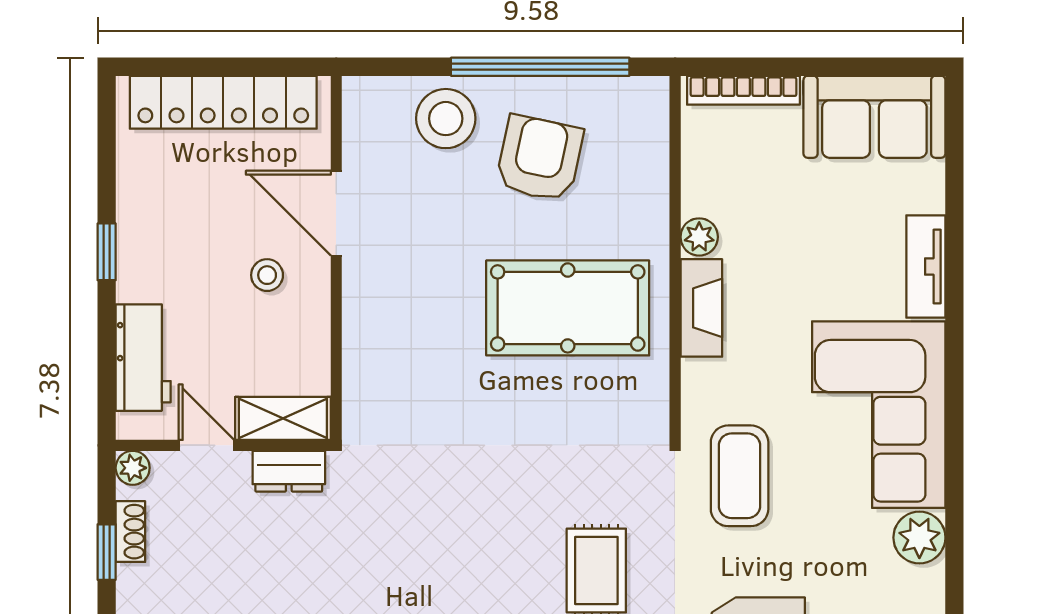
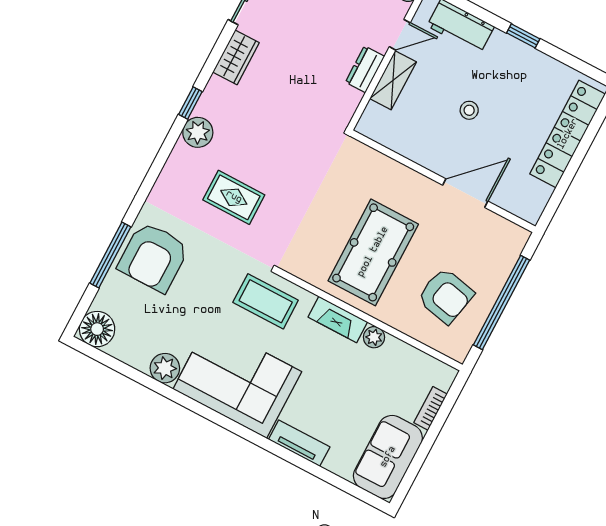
bookcase: (743, 90) -> (431, 408), width x0.64
stool: (446, 119) -> (500, 241), removed
armchair: (539, 158) -> (446, 296), moved
door: (336, 213) -> (465, 193), moved
wall: (336, 258) -> (443, 181), moved
coffee table: (740, 476) -> (266, 301), moved

